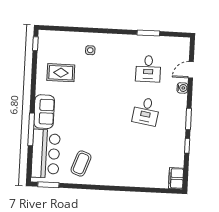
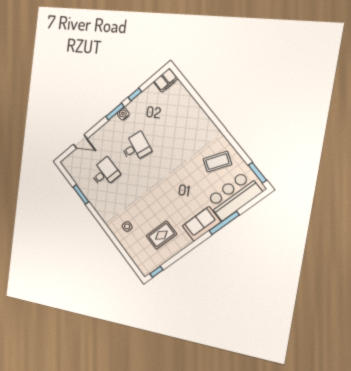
rug: (61, 73) -> (161, 235), turned 90
water cooler: (182, 88) -> (123, 114), moved

